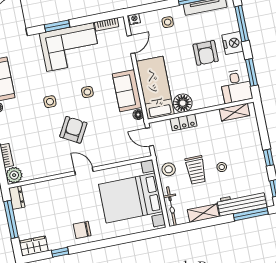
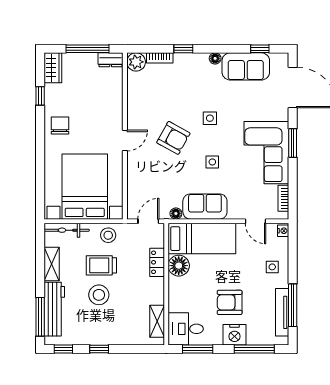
stool: (222, 167) -> (99, 295), width x1.89, depth x1.89

